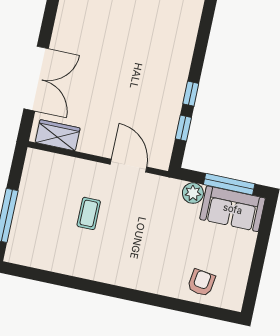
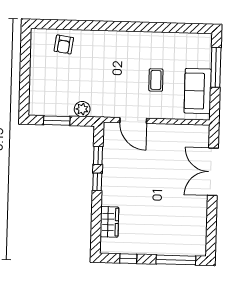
wardrobe: (58, 135) -> (109, 222), moved, turned -90
window: (229, 184) -> (57, 121), width x0.69
sofa: (233, 209) -> (198, 91), moved, turned -90

